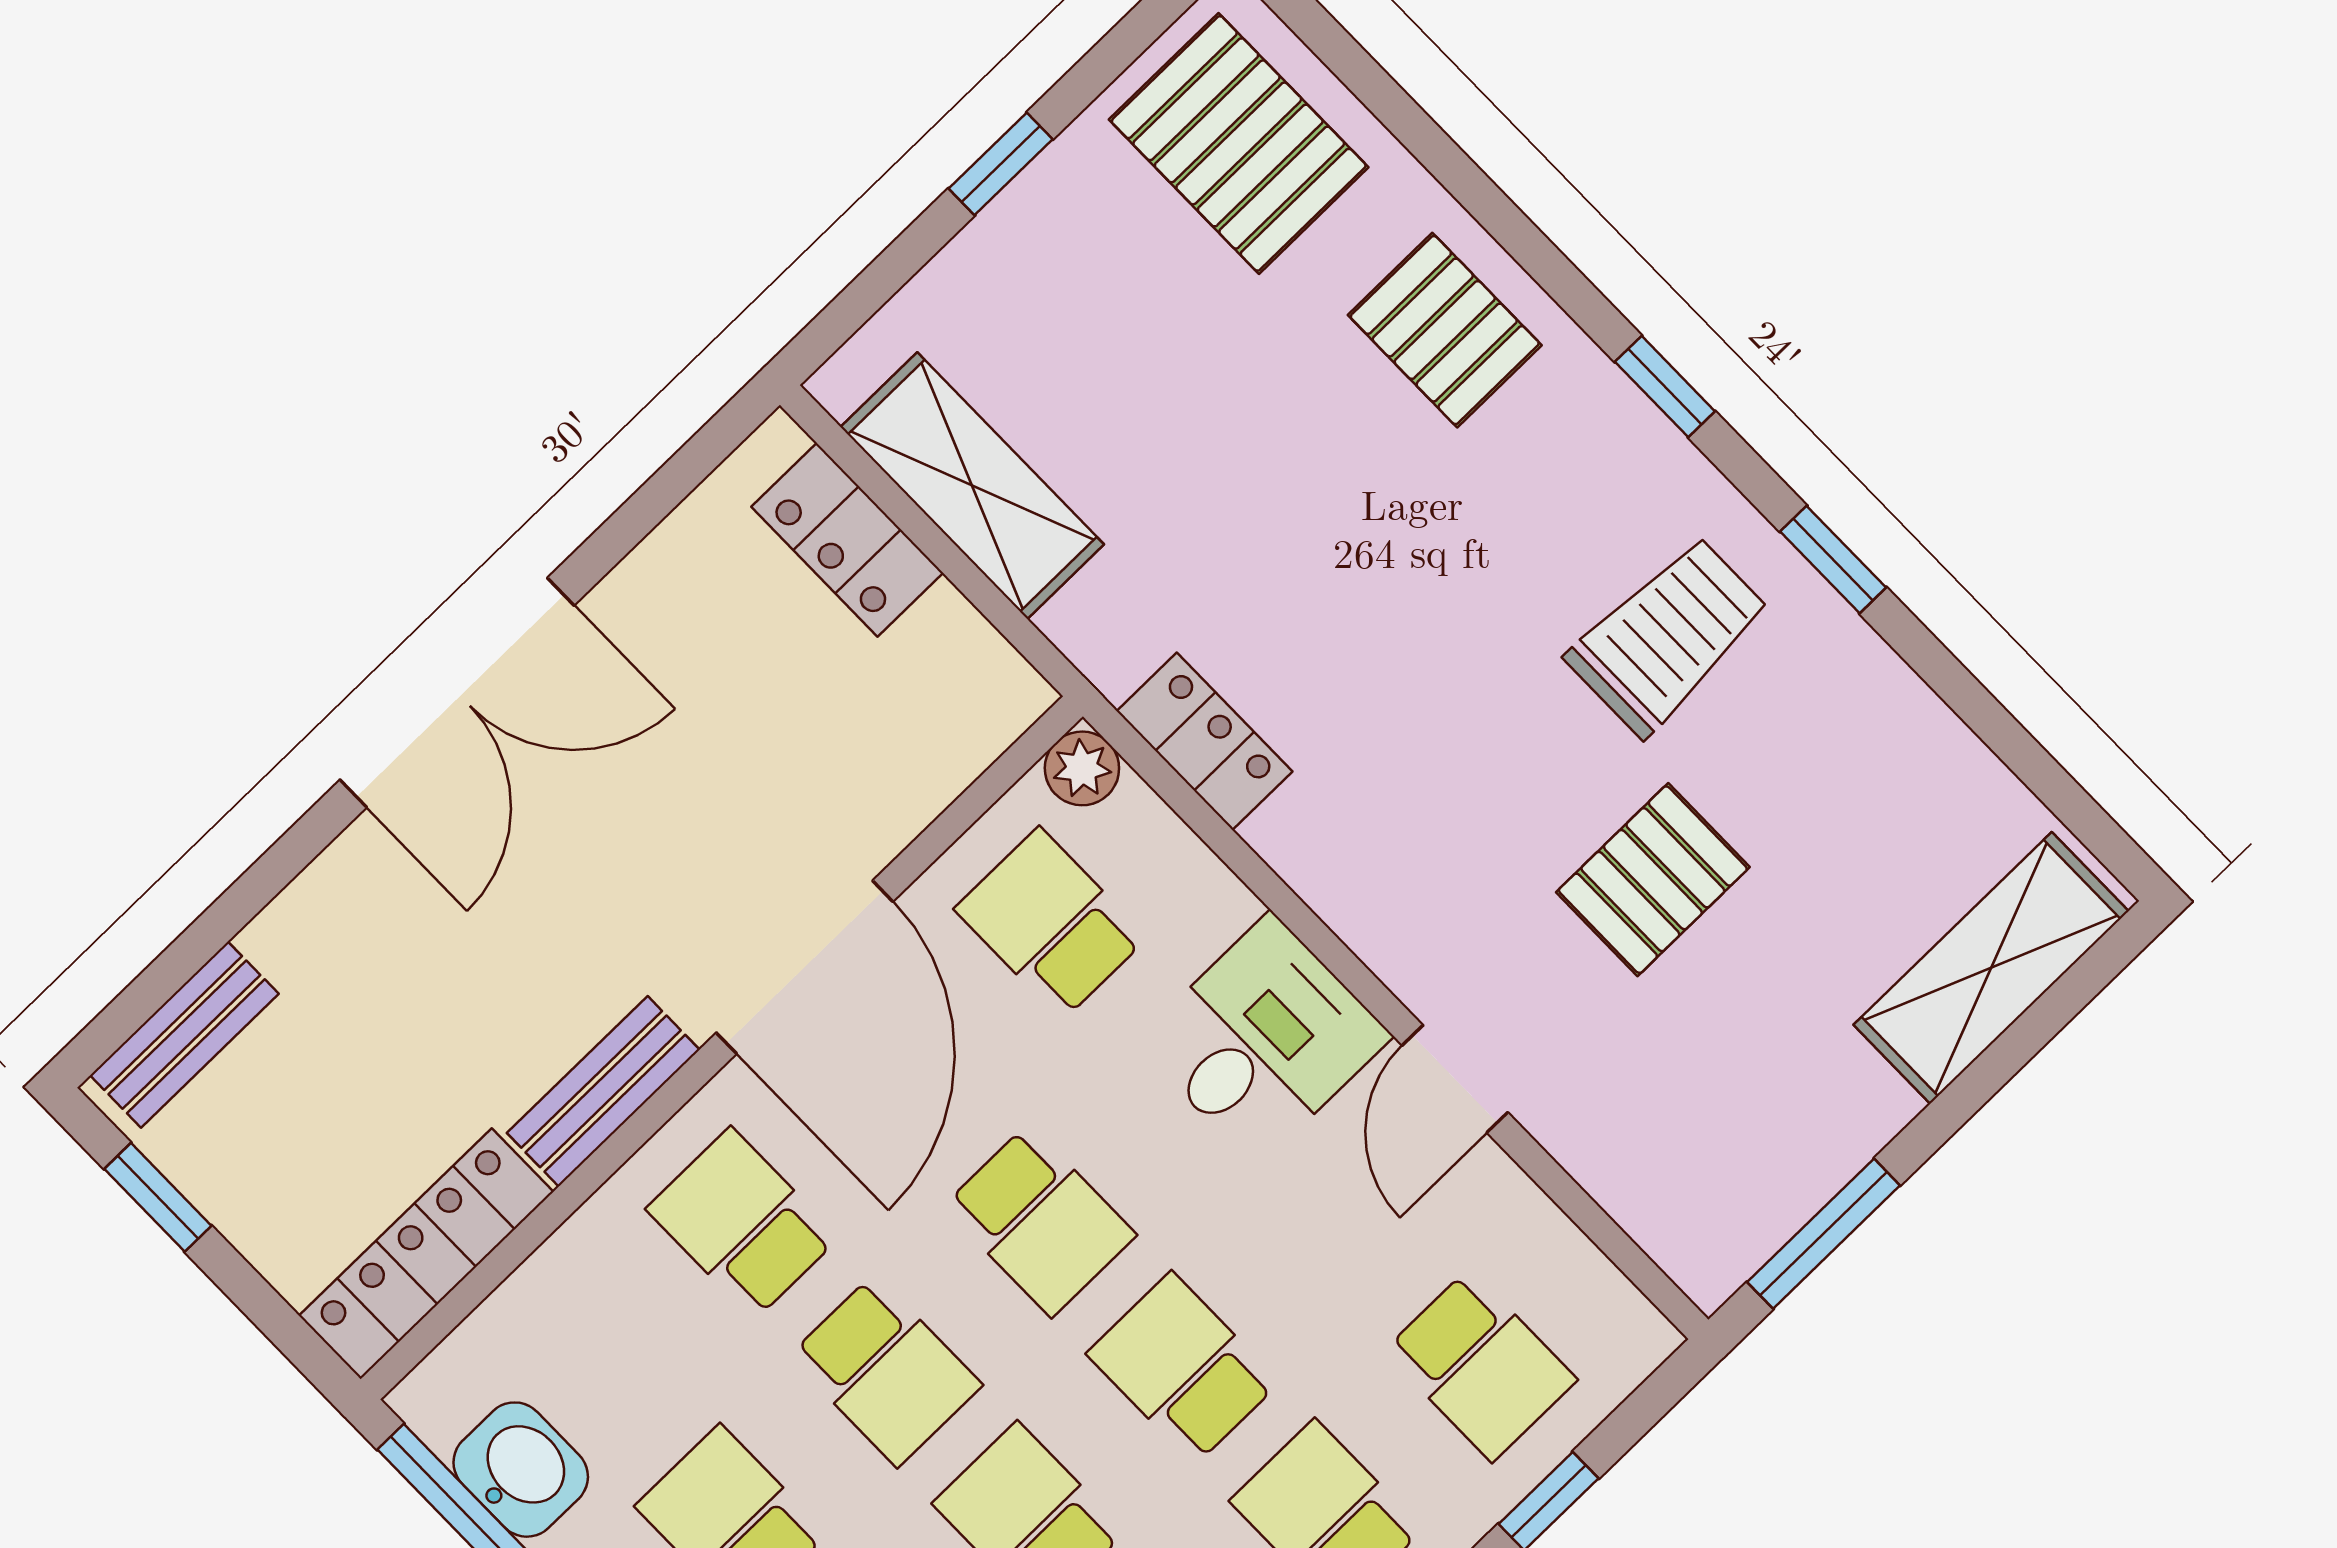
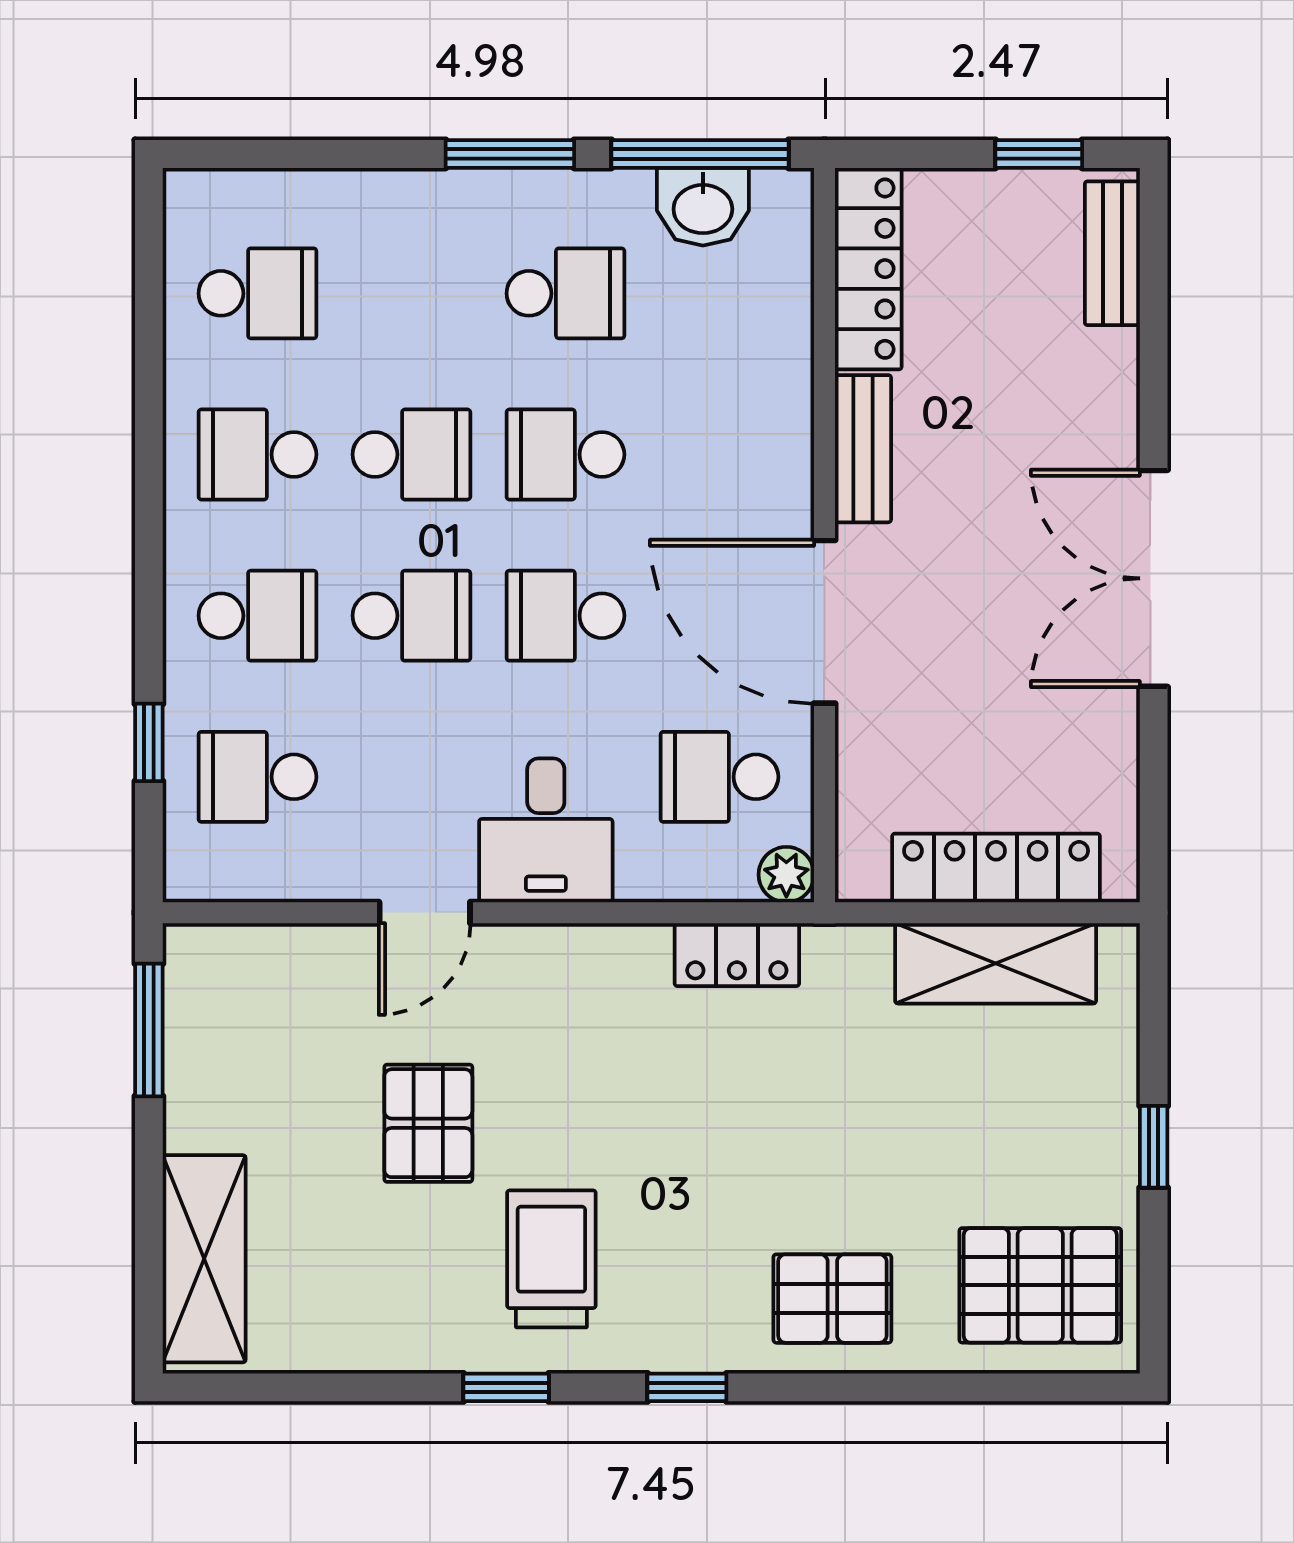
locker: (847, 540) -> (996, 868), width x1.53
trolley: (1668, 636) -> (551, 1259), turned 180
school desk: (1051, 923) -> (719, 777), turned 180
door: (1455, 1079) -> (425, 913), swing flipped
school desk: (742, 1223) -> (719, 454), removed

